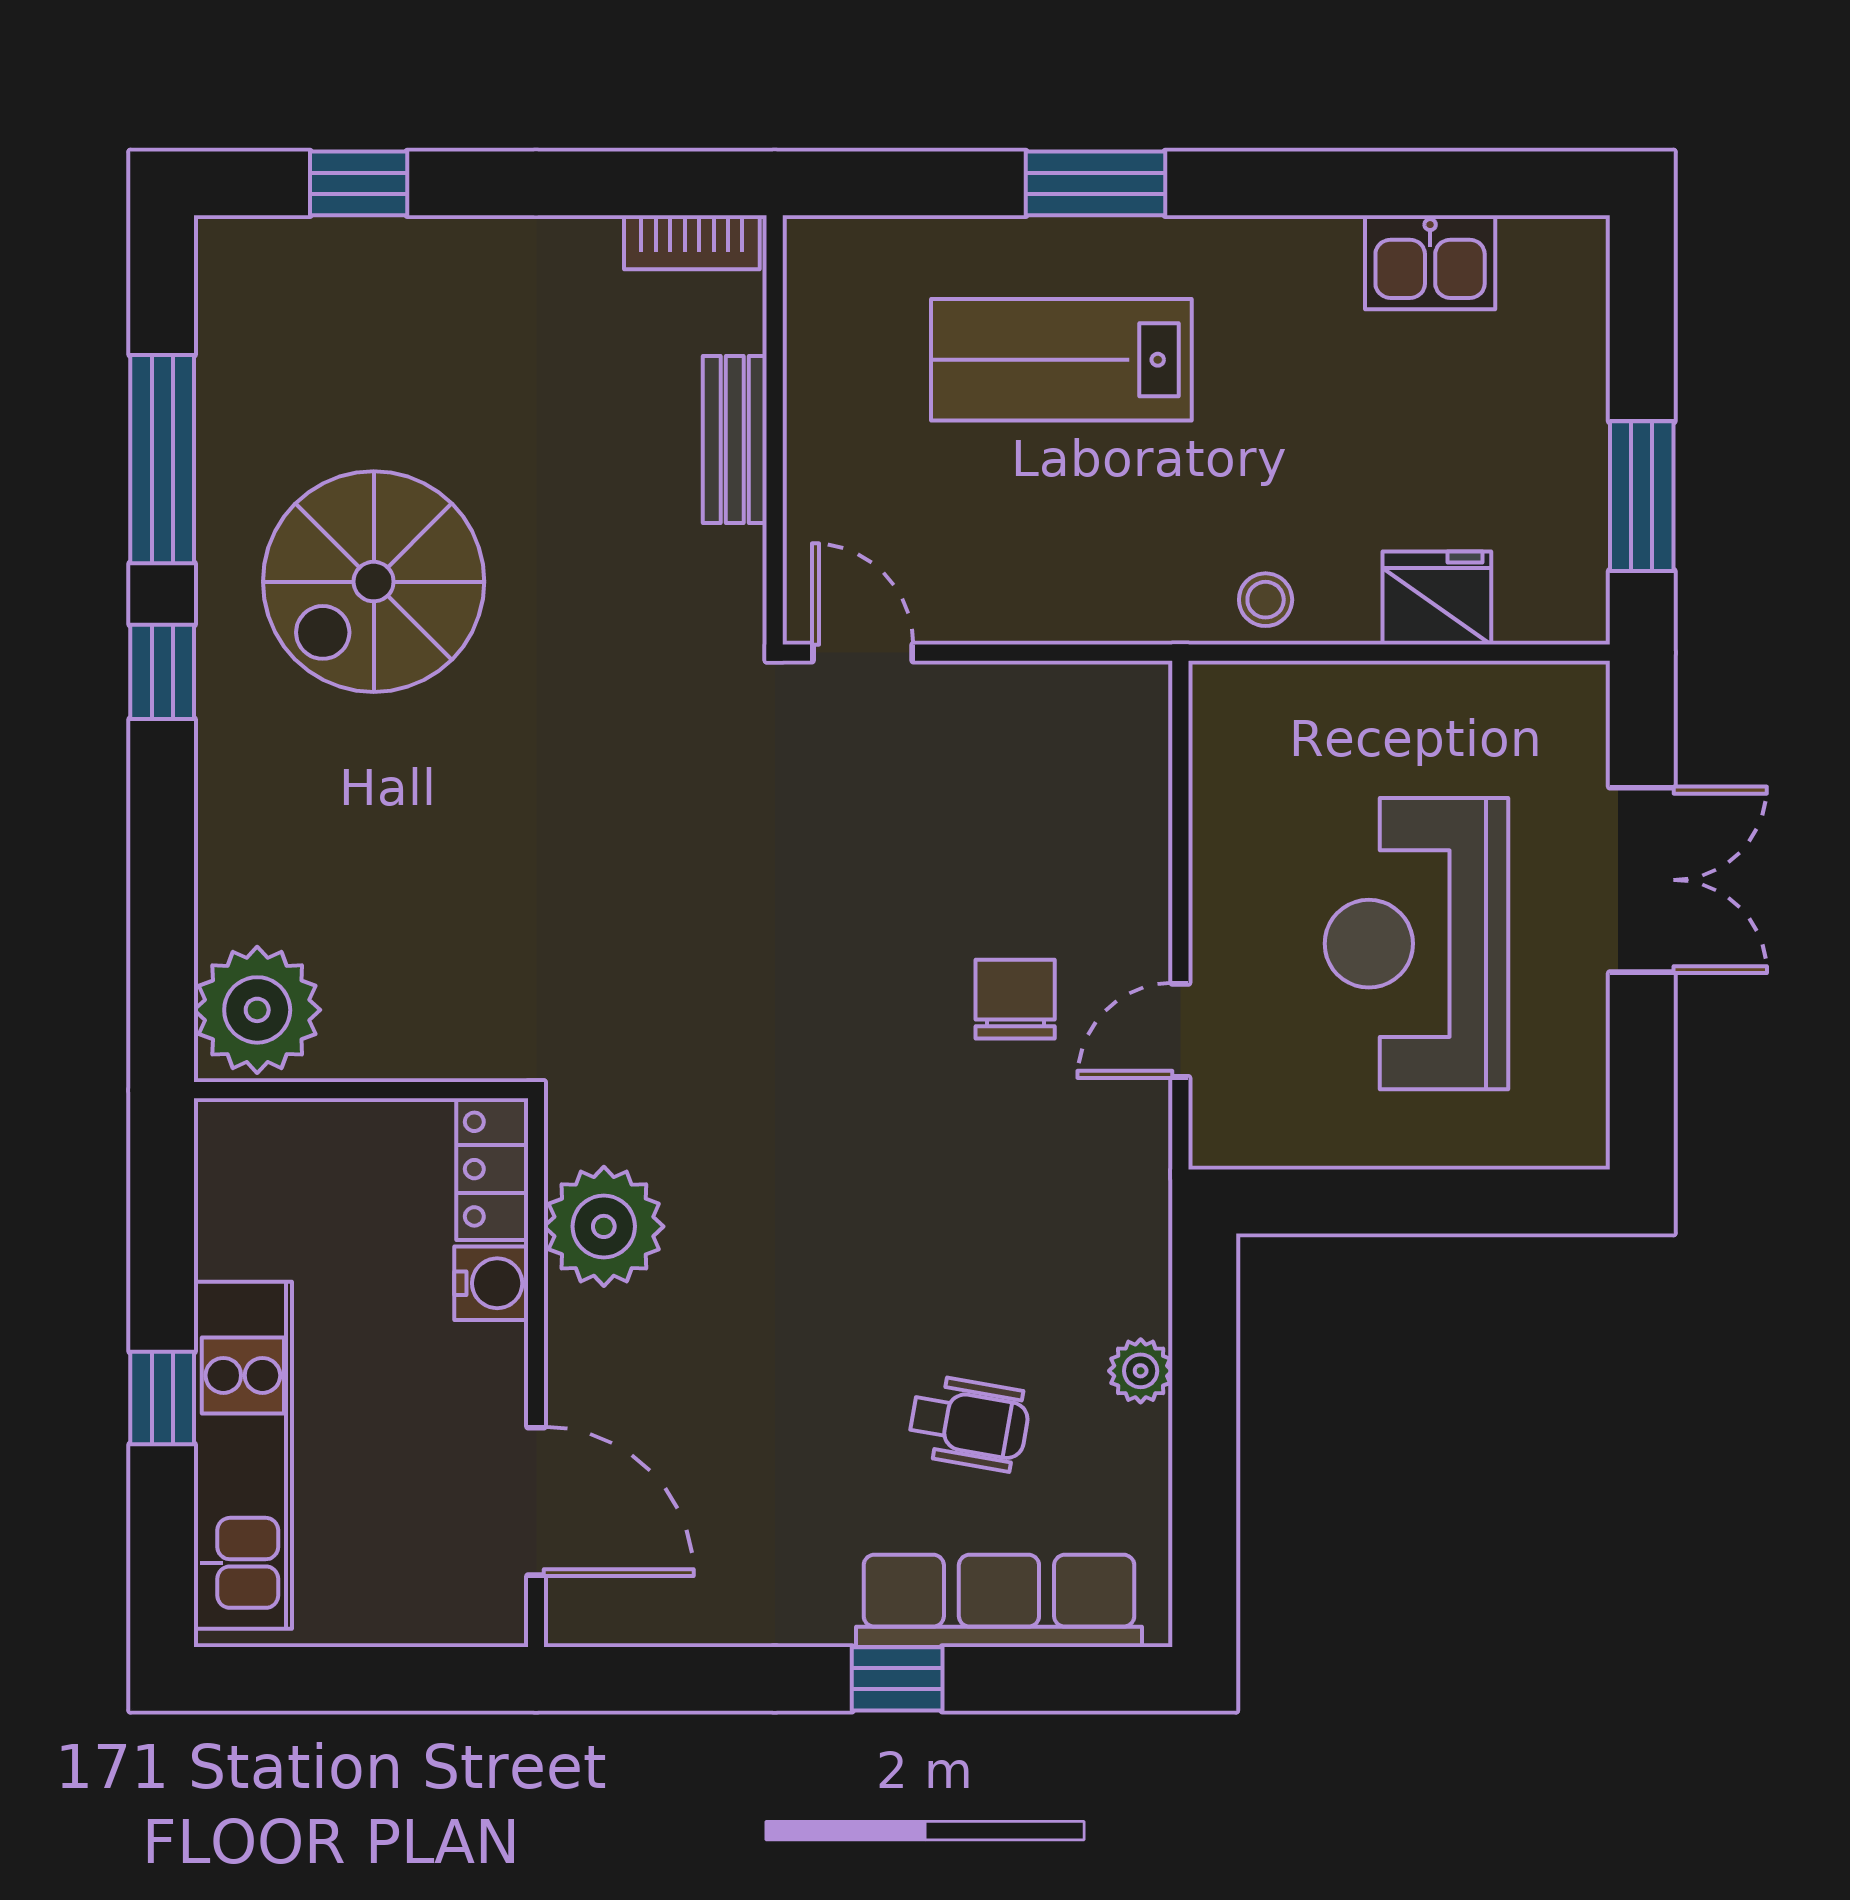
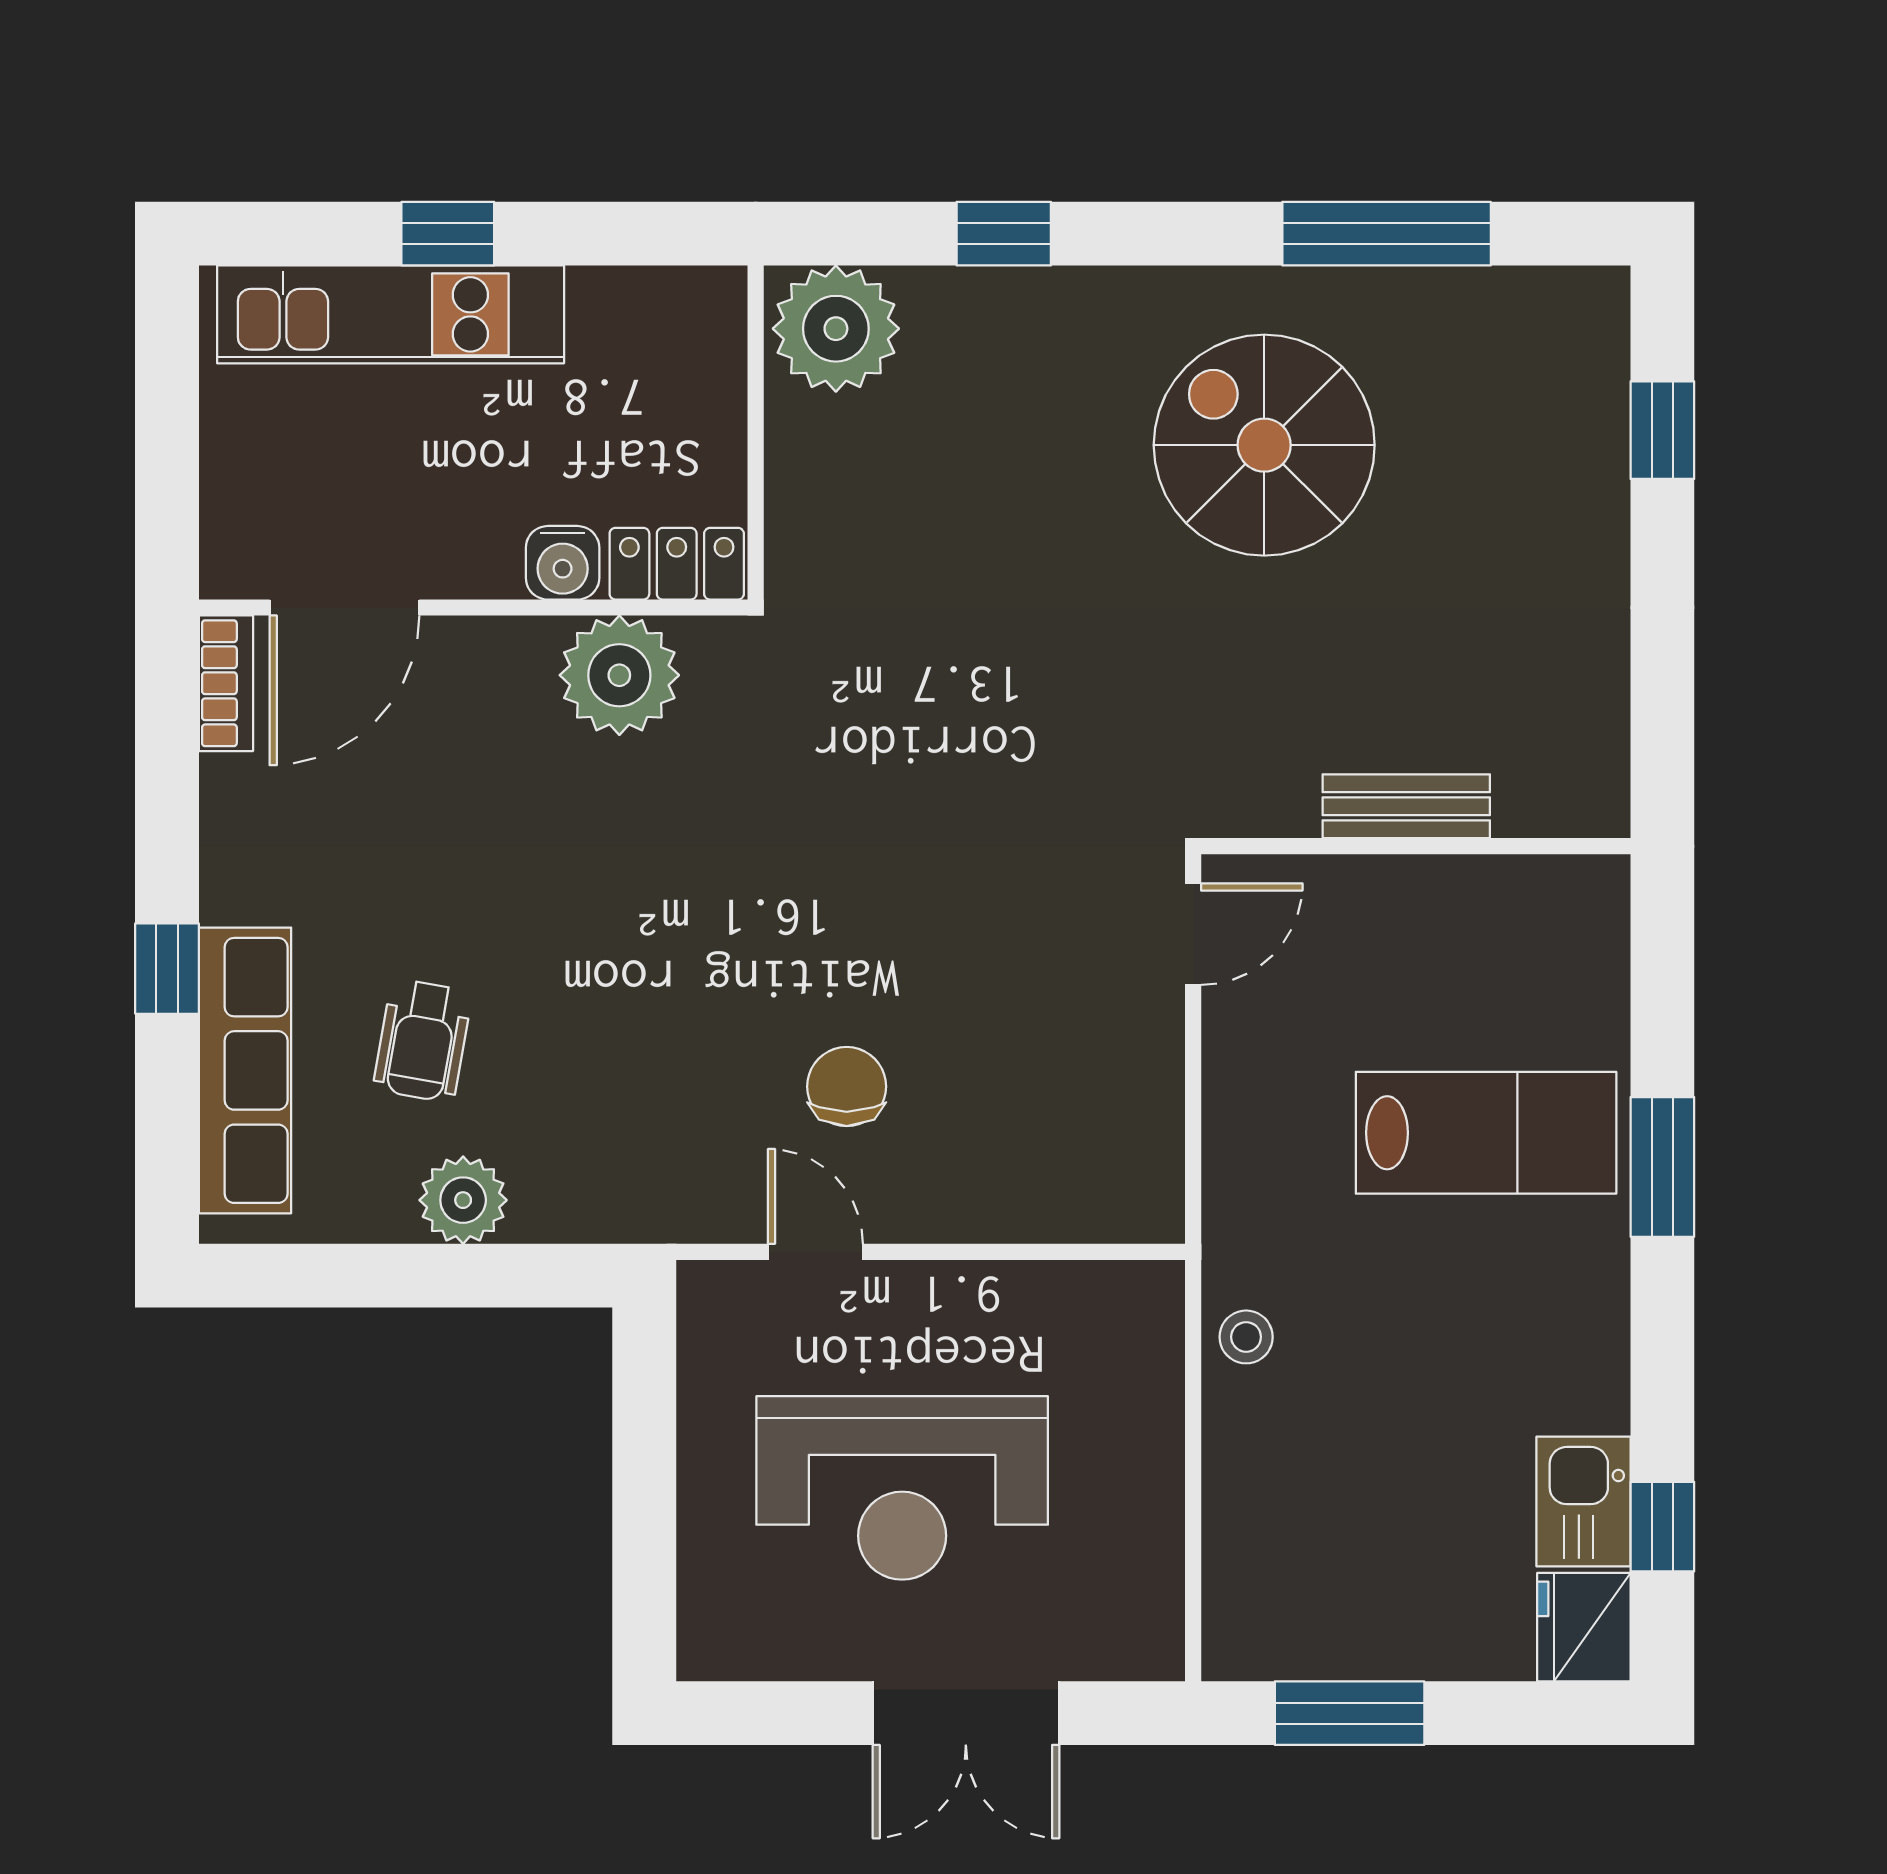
window: (1455, 183) -> (1662, 1527), added
bookcase: (692, 242) -> (226, 683), moved, turned 180
lab bench: (1061, 360) -> (1486, 1133), turned 90
fridge: (1437, 598) -> (1584, 1627), moved, turned 180
window: (162, 672) -> (1004, 234), moved
reception desk: (1417, 944) -> (902, 1488), turned 180
chair: (1015, 999) -> (847, 1087), turned -90
plant: (1141, 1371) -> (463, 1200), width x1.38, depth x1.38

